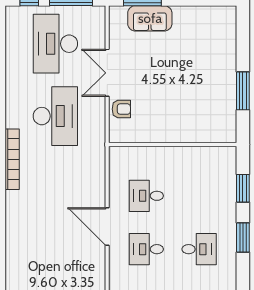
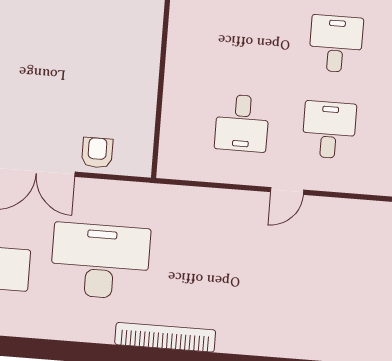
door: (107, 227) -> (287, 191), width x0.53
desk: (146, 249) -> (329, 130), turned 180

